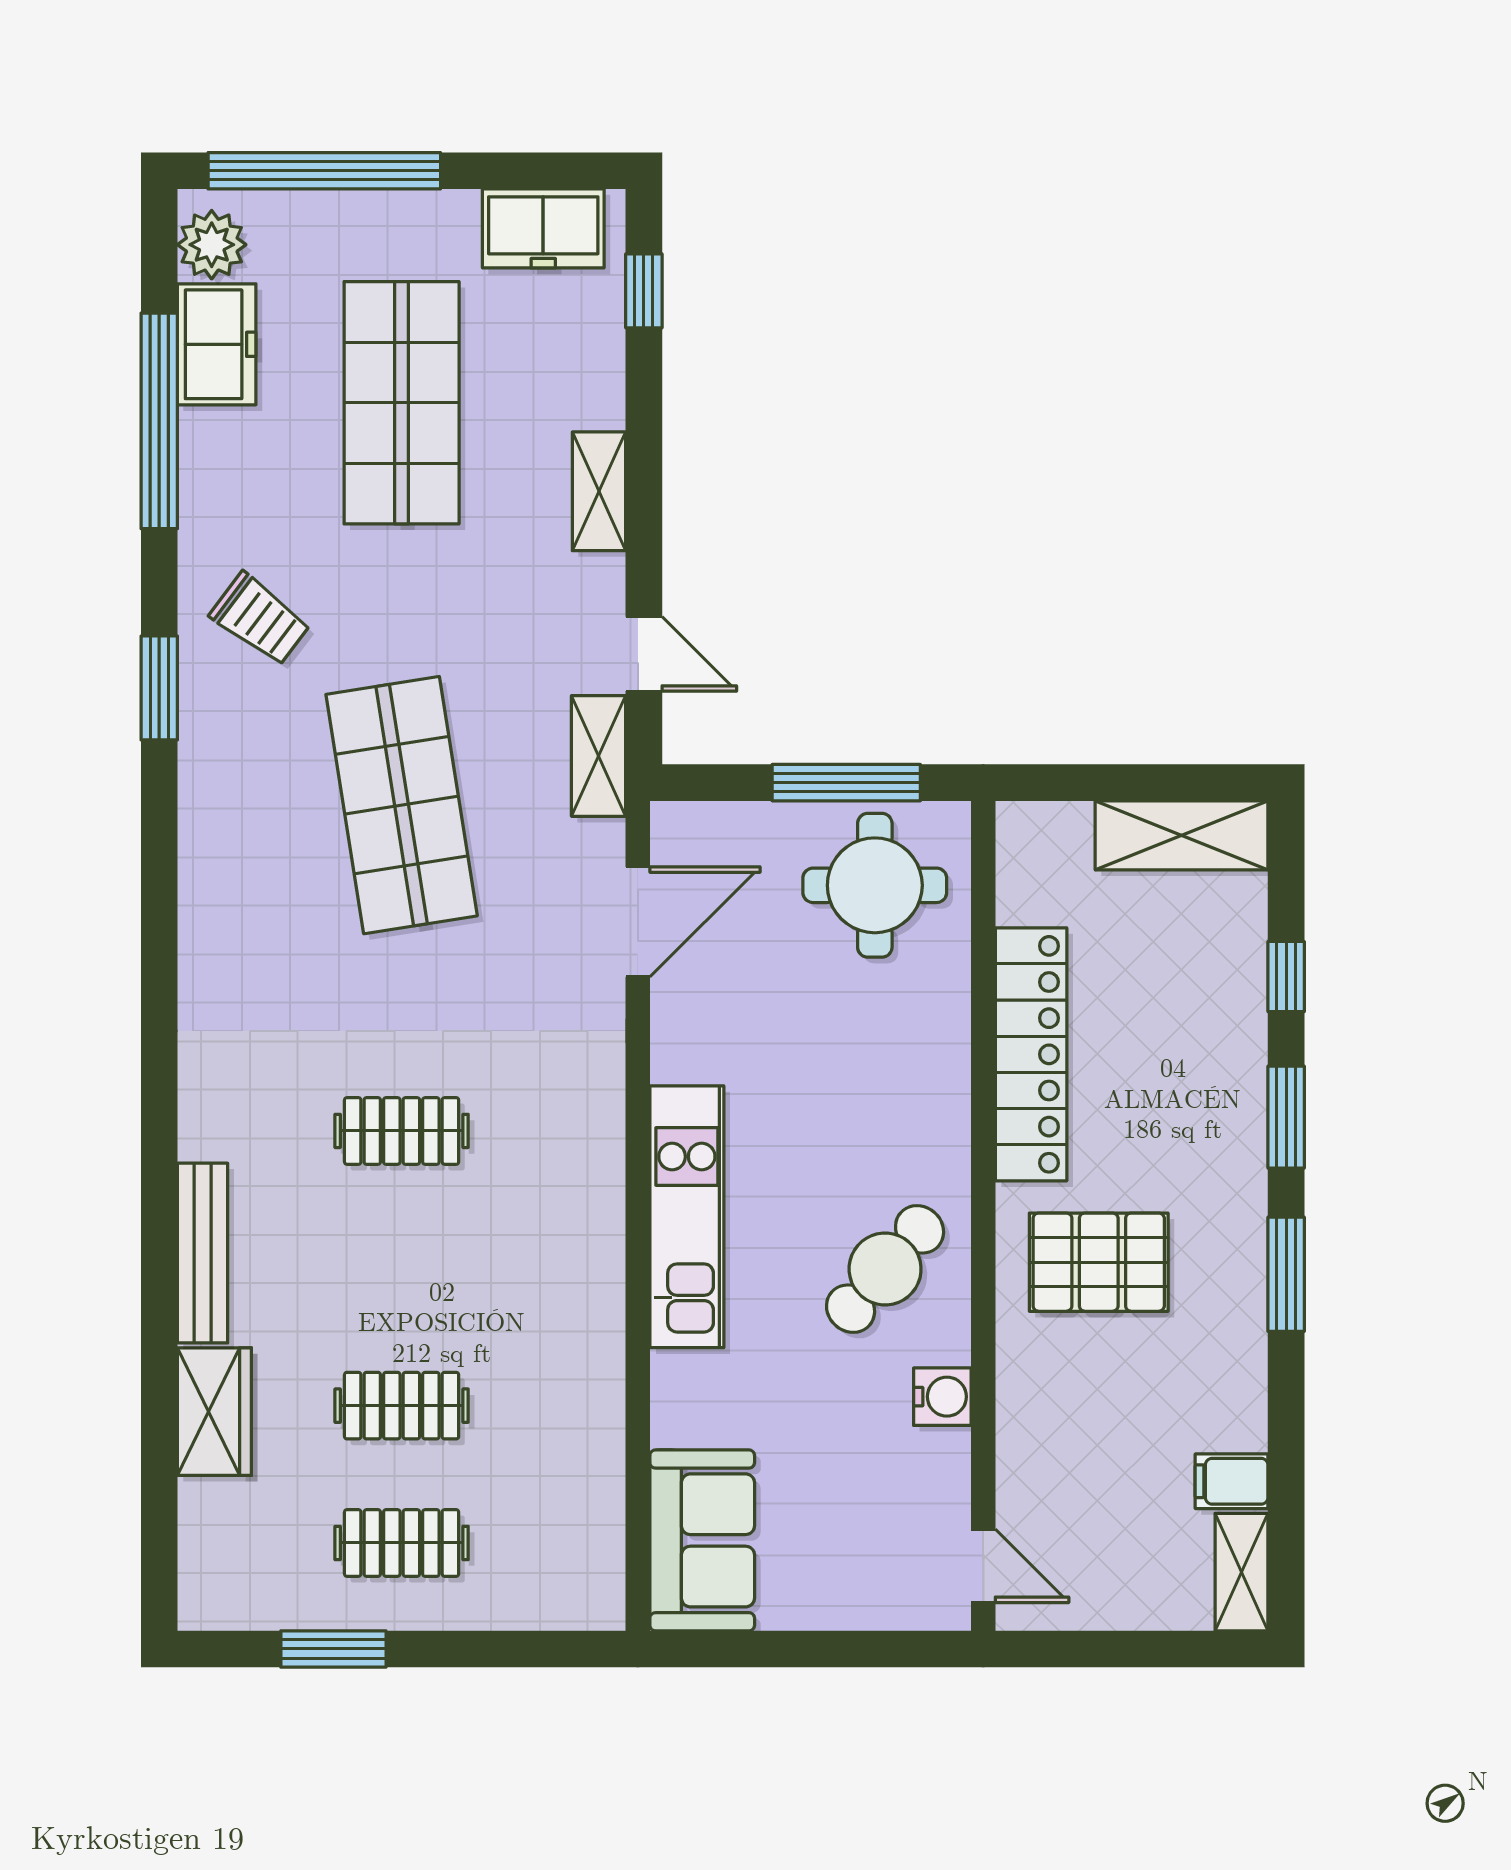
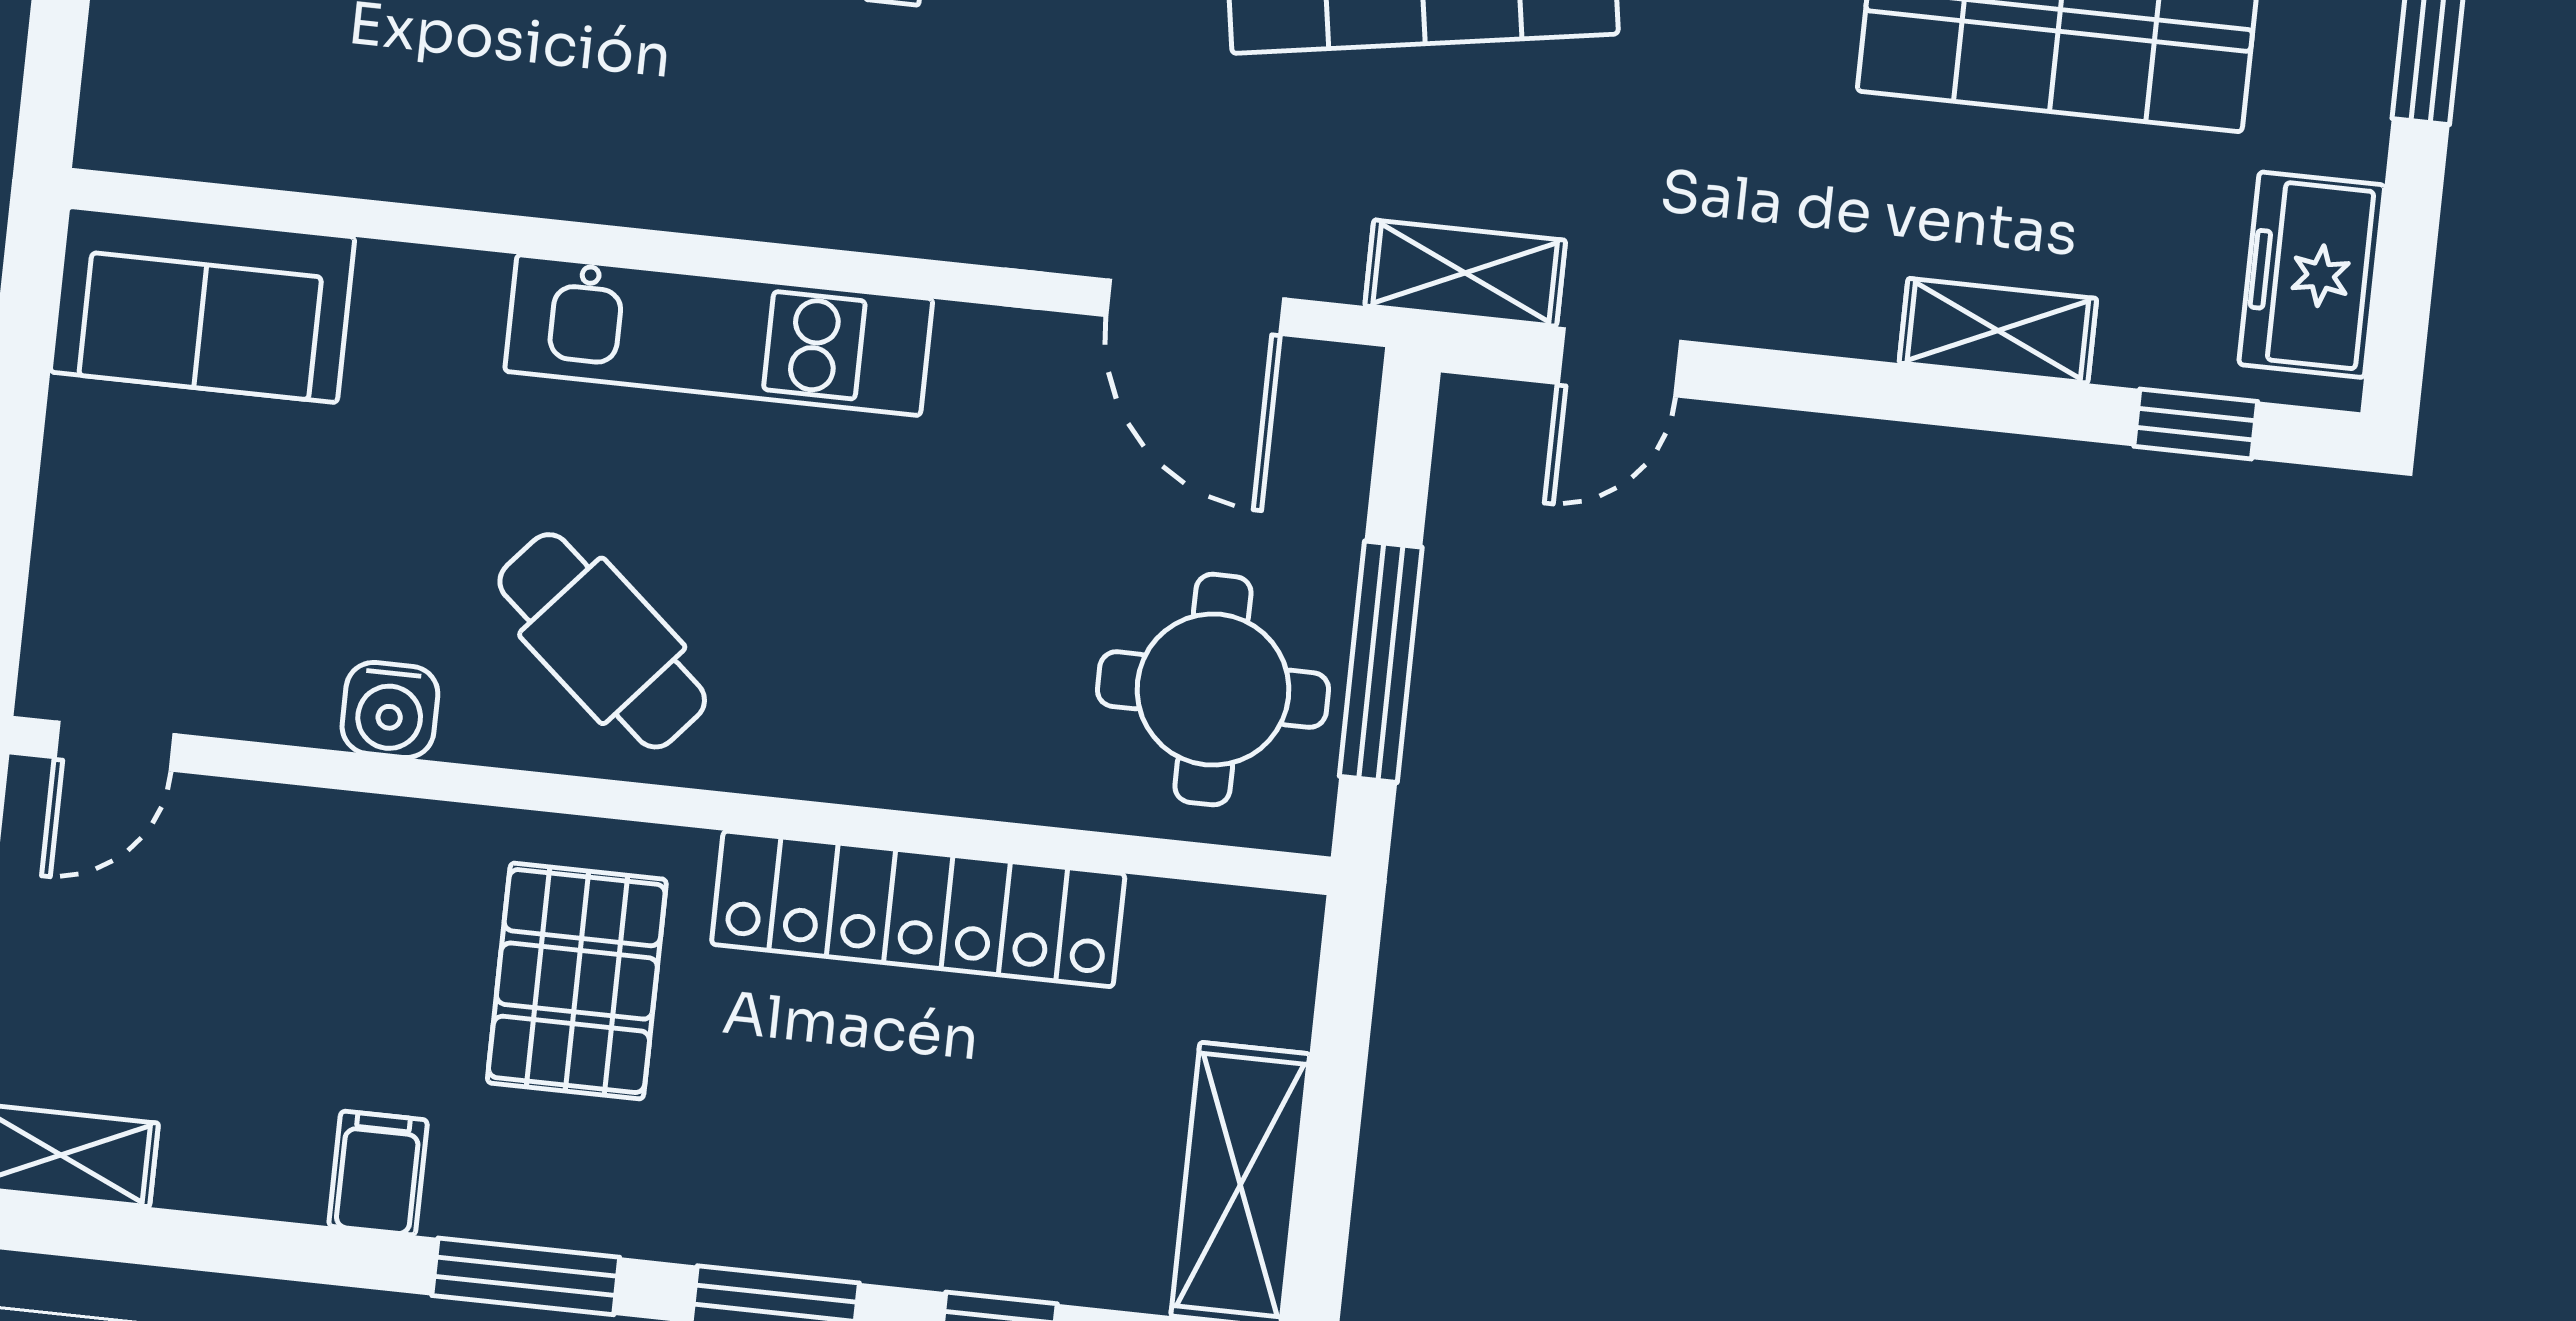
shelving: (599, 491) -> (1998, 331), moved
filing cabinet: (1232, 1481) -> (378, 1173), moved

